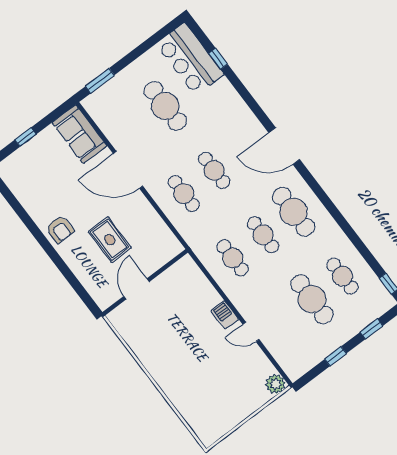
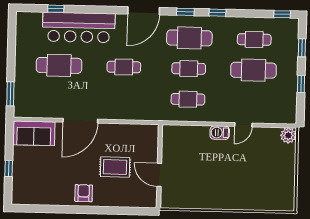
bar counter: (190, 59) -> (79, 27), moved, width x1.36
window: (316, 187) -> (185, 12), added
cafe table: (184, 194) -> (123, 98), removed
window: (340, 219) -> (217, 13), added
armchair: (60, 229) -> (84, 193), turned -90

